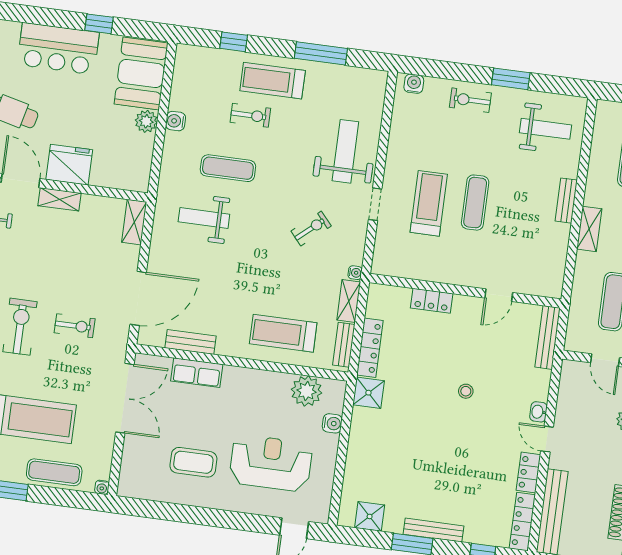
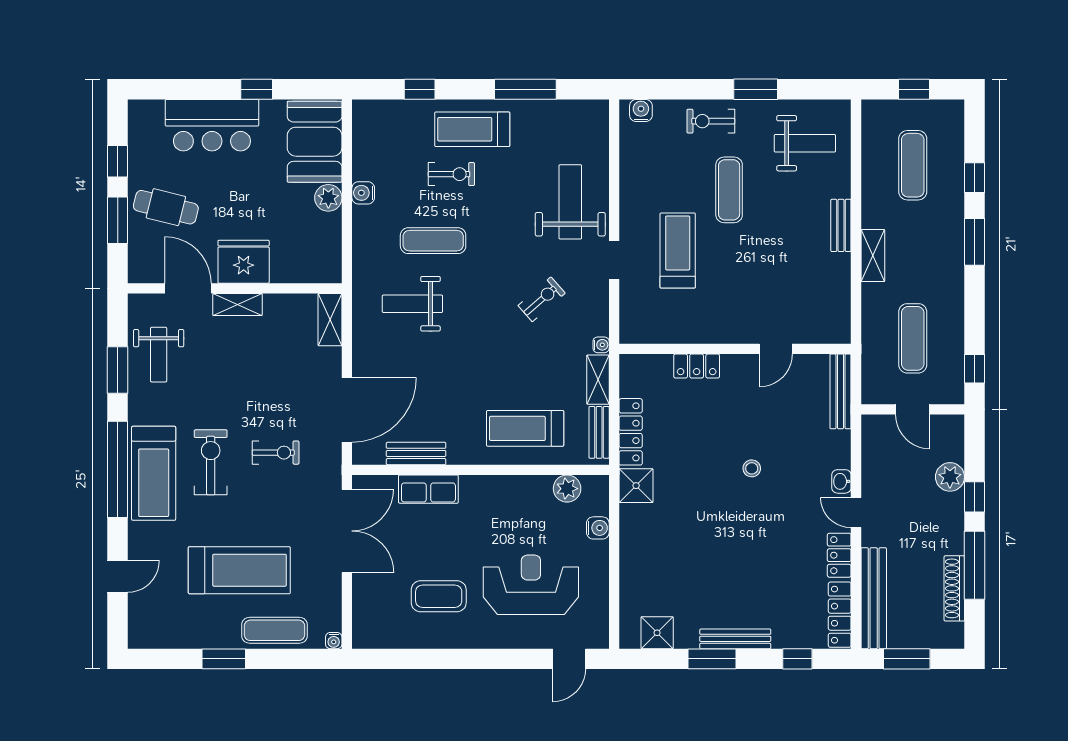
exercise mat: (475, 203) -> (729, 190), moved
plant: (307, 391) -> (567, 489), width x0.73, depth x0.73

